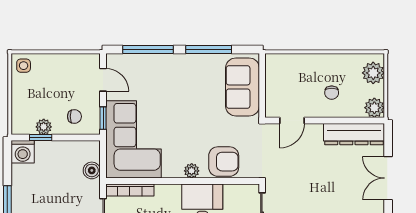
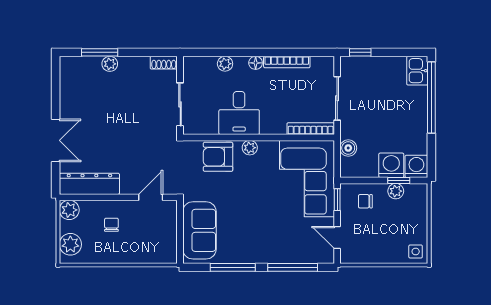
washing machine: (48, 153) -> (391, 165), added

